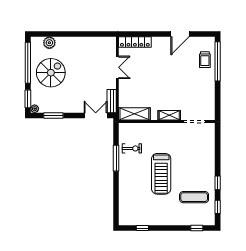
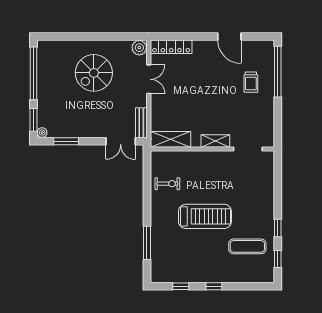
door: (180, 34) -> (229, 36), hinge flipped
plant: (49, 43) -> (139, 48), moved
trolley: (205, 60) -> (251, 82), moved
spiral stairs: (51, 73) -> (94, 73), moved, turned 180
double door: (96, 115) -> (121, 141), swing flipped
window: (116, 158) -> (147, 243), moved
treadmill: (161, 174) -> (205, 216), turned -90
window: (197, 228) -> (214, 286), moved

